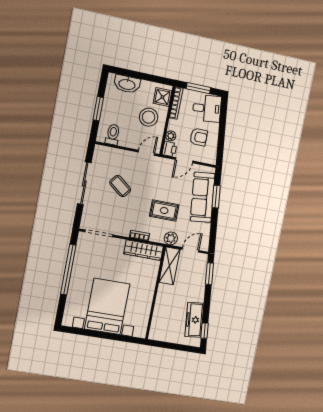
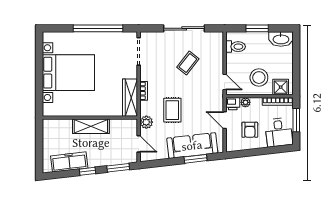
washbasin: (127, 84) -> (281, 39), moved, turned -90
shelving: (170, 266) -> (91, 126), moved
window: (205, 331) -> (88, 171), moved

